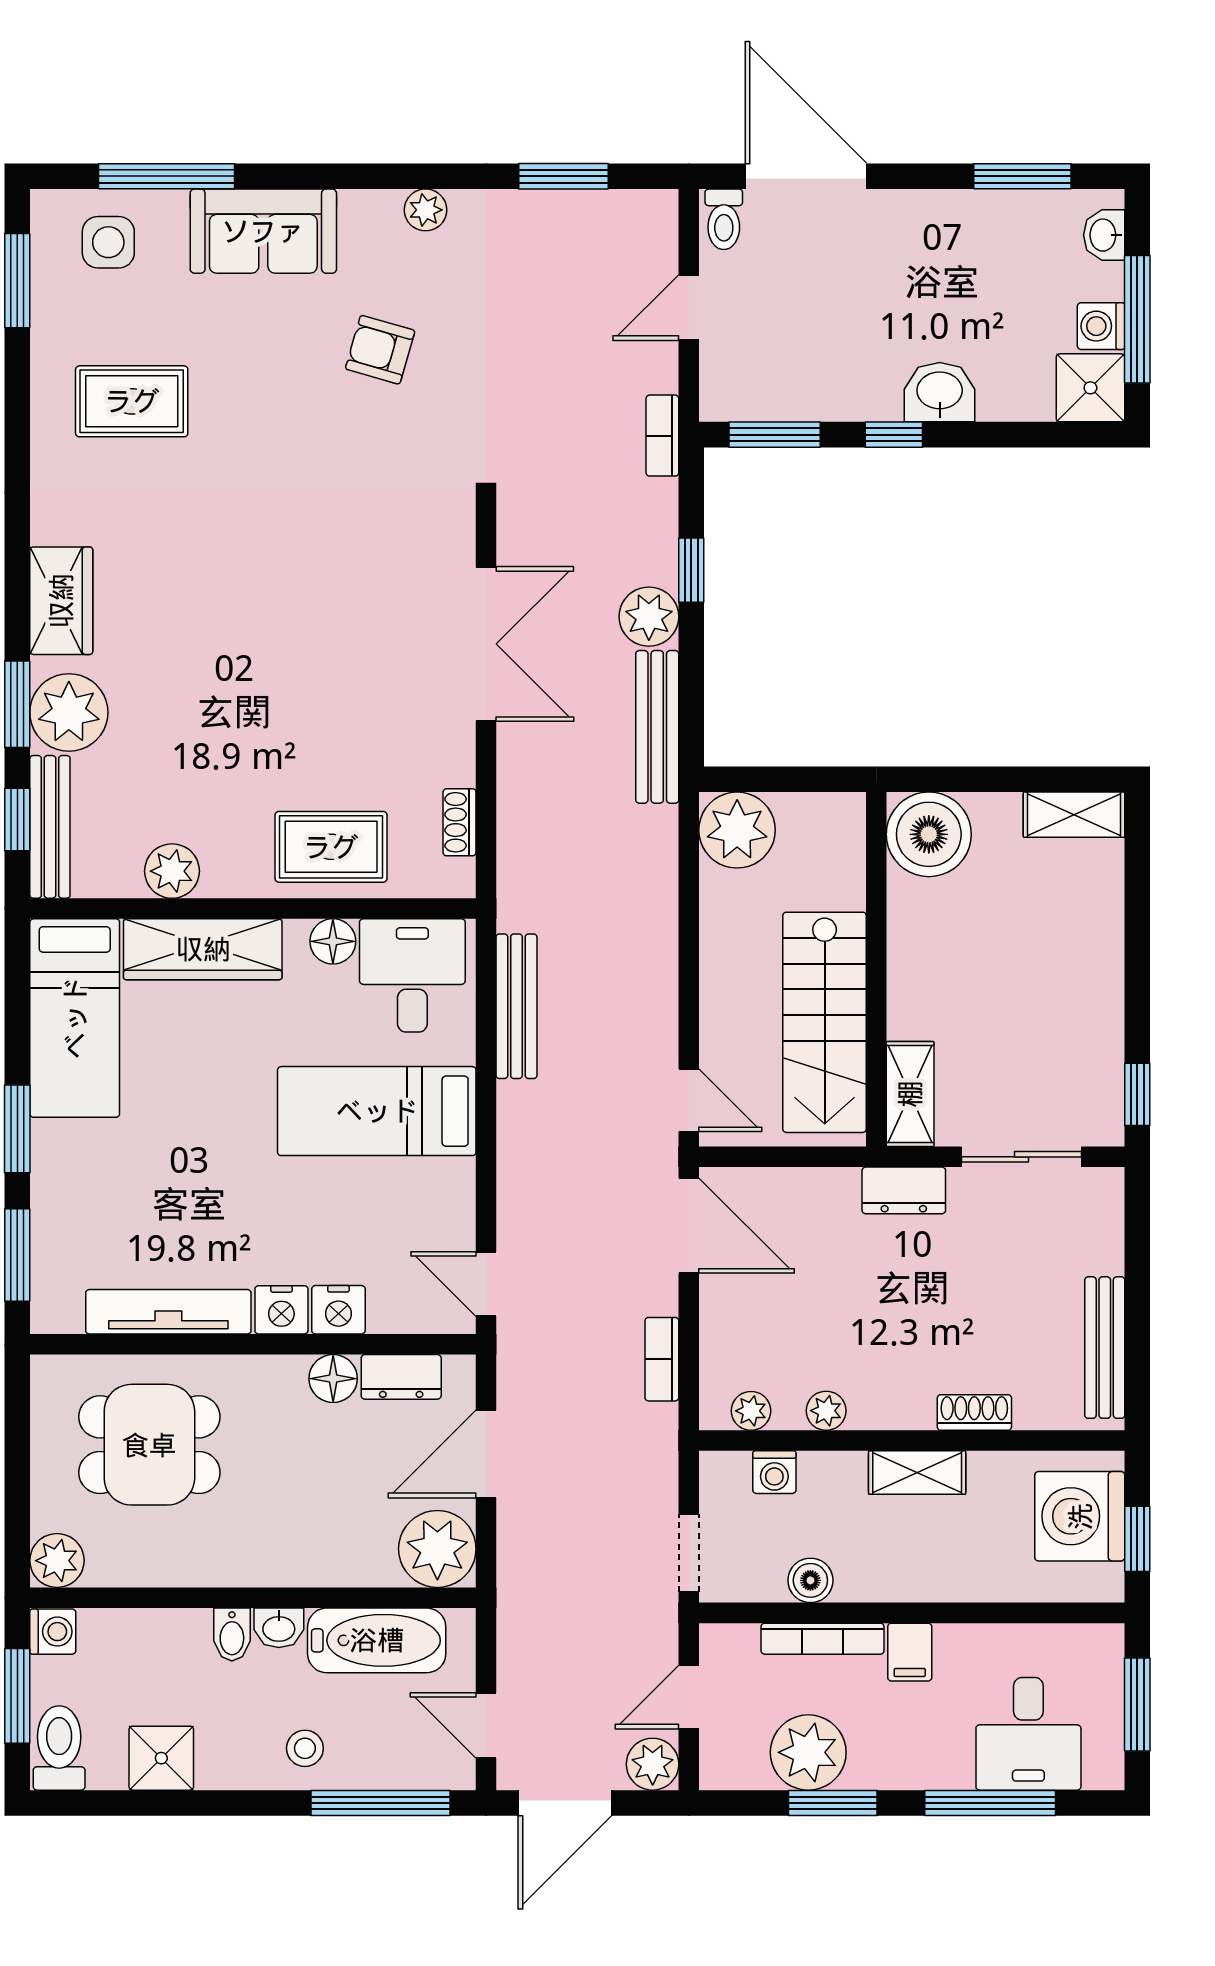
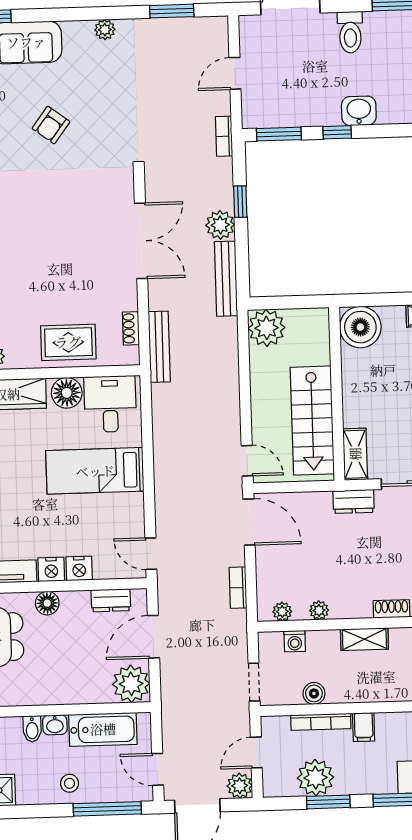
toilet: (724, 219) -> (350, 32), moved, width x1.37, depth x1.39
armchair: (380, 350) -> (51, 125), moved, turned -69
floor lamp: (333, 941) -> (67, 393), width x1.38, depth x1.38
bench: (516, 1006) -> (159, 347), moved
floor lamp: (333, 1379) -> (47, 603), moved

